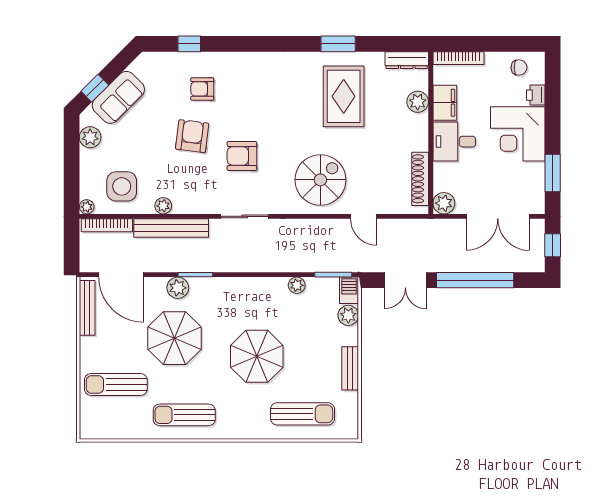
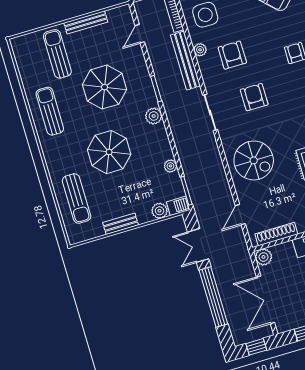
armchair: (192, 136) -> (232, 55), moved, turned -97
door: (364, 216) -> (240, 215), moved
door: (121, 275) -> (140, 34), width x0.53
plant: (178, 288) -> (154, 116), moved
bench: (87, 308) -> (86, 22), moved

